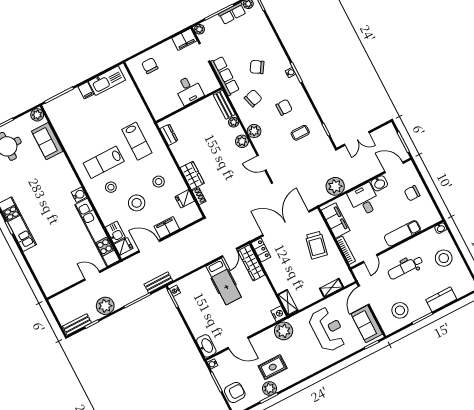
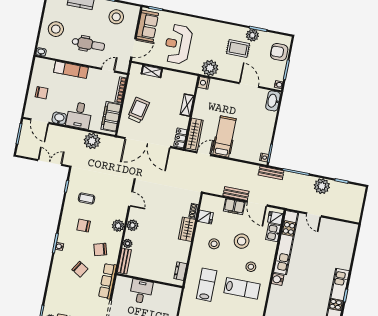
shelving: (288, 302) -> (187, 105), moved
bench: (77, 324) -> (236, 193), moved

